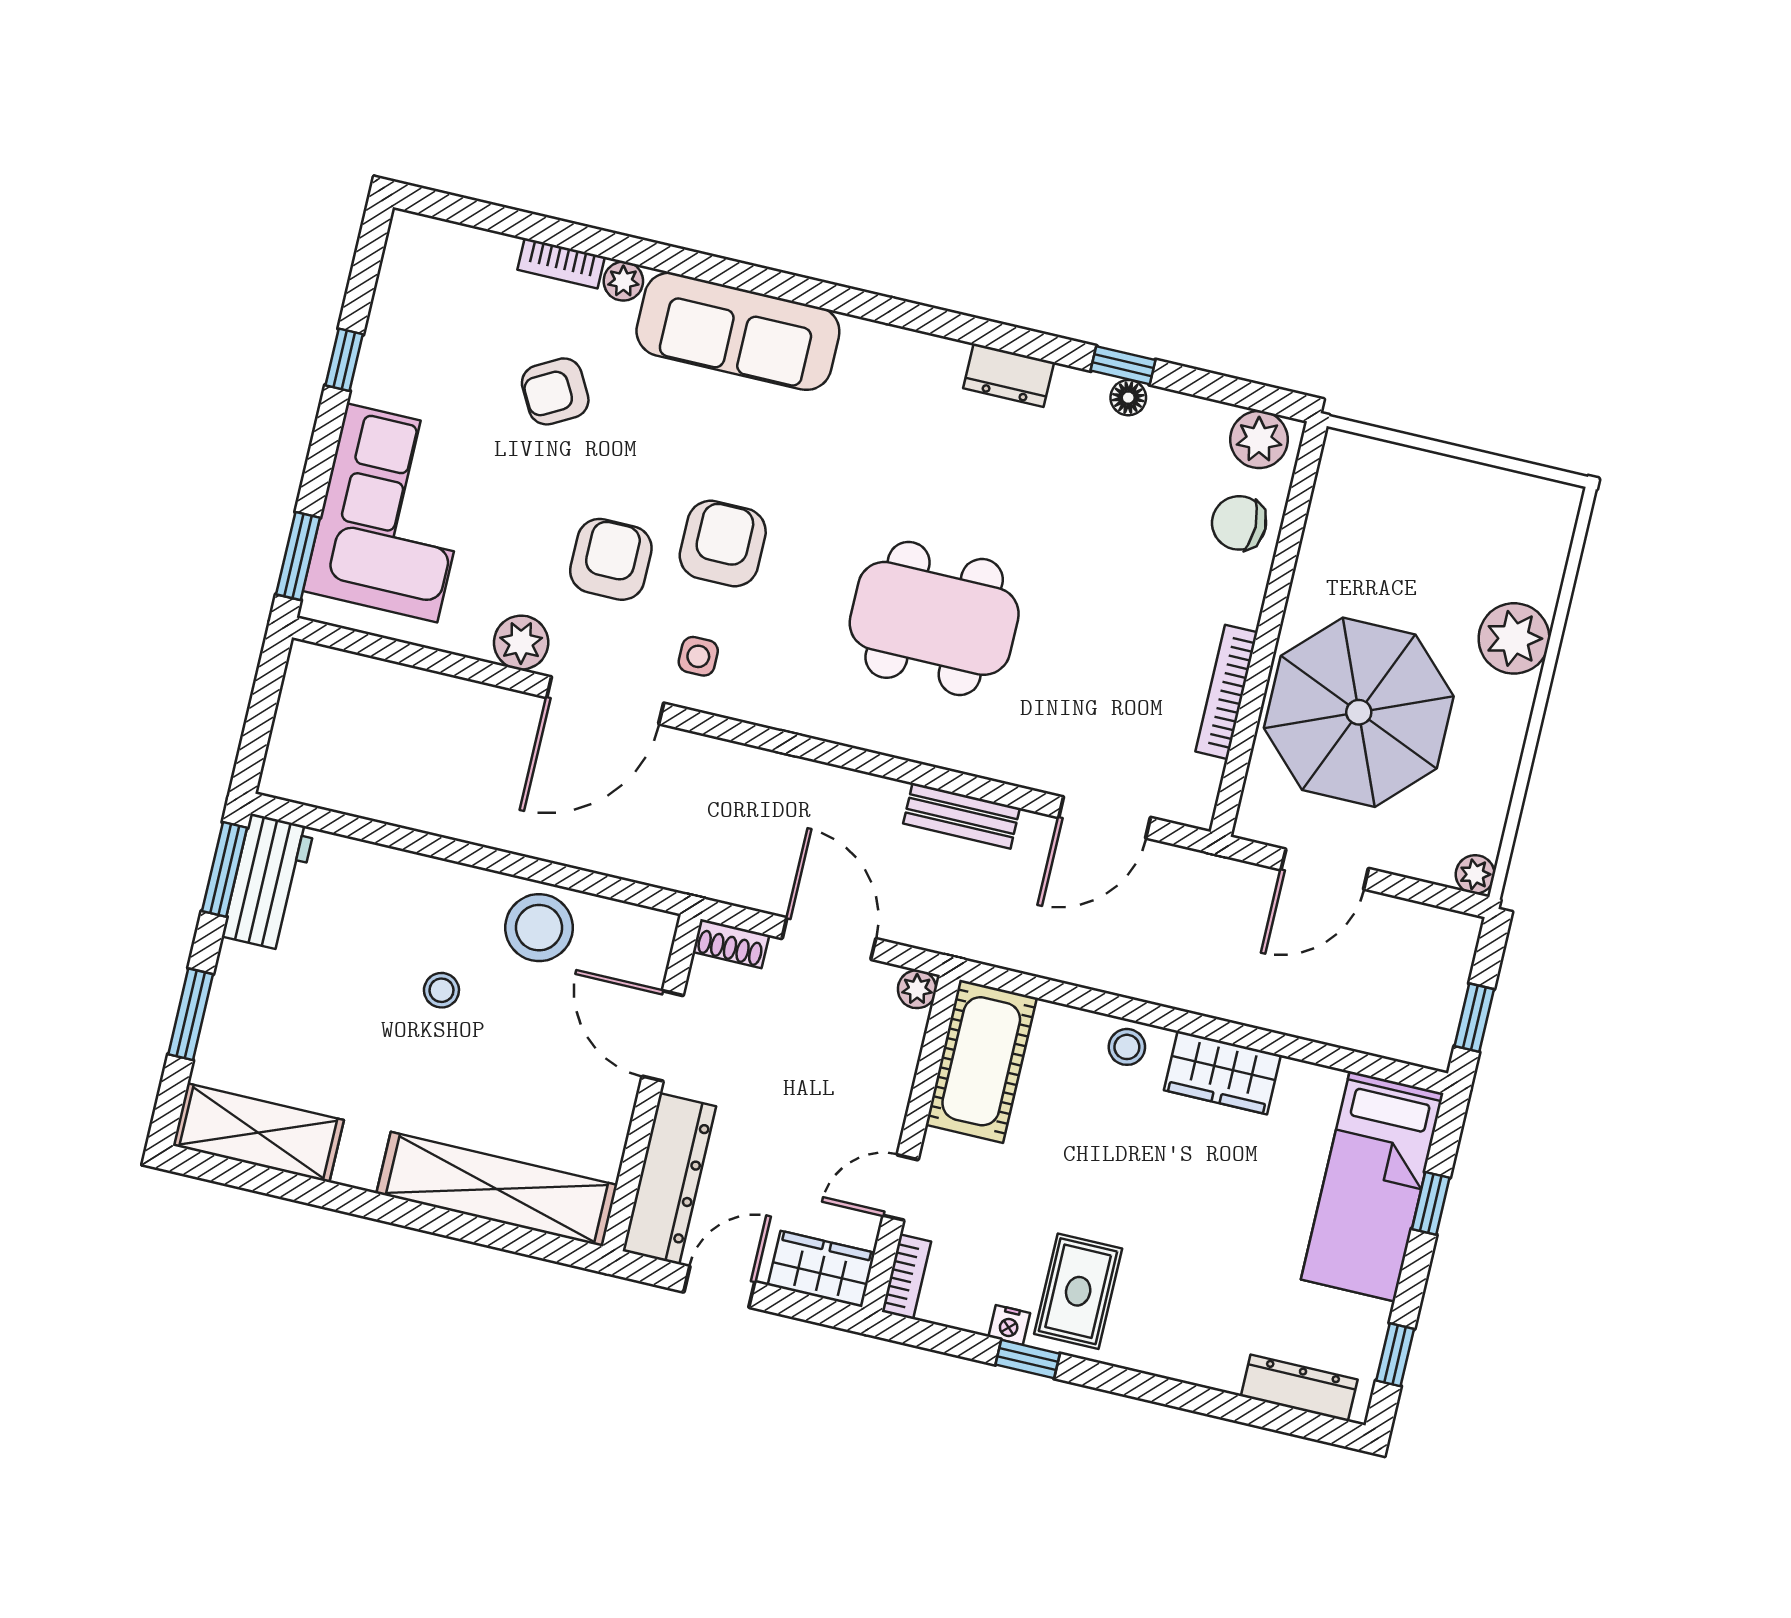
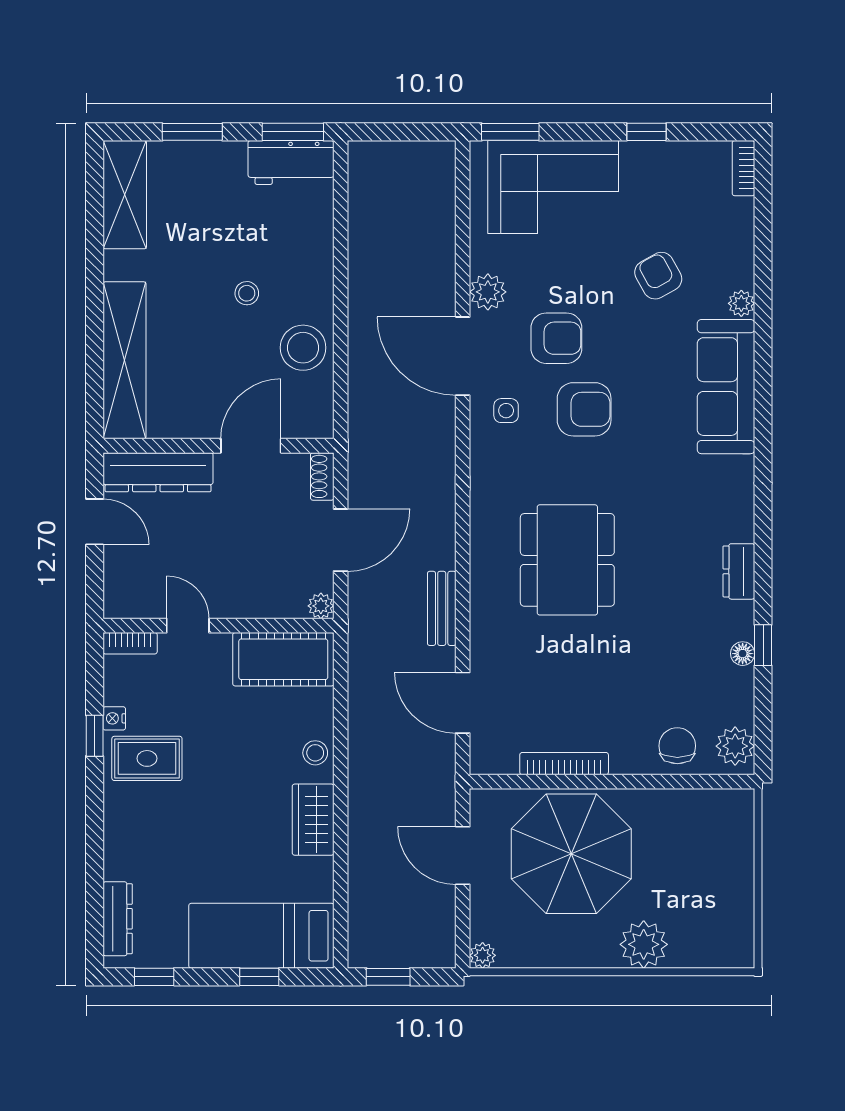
bookcase: (561, 263) -> (743, 168), moved
wardrobe: (821, 1269) -> (122, 586), removed

